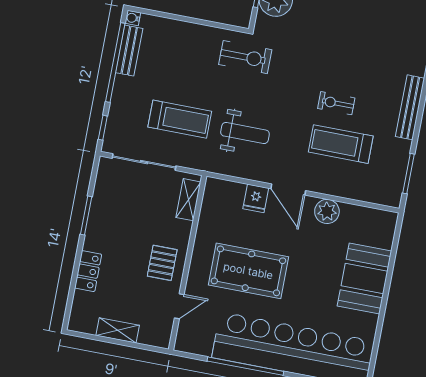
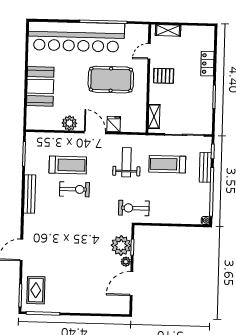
bench: (129, 51) -> (205, 167), moved
exercise bike: (336, 103) -> (74, 189), width x1.38, depth x1.39
weight bench: (245, 133) -> (127, 162), turned 90
pallet: (162, 263) -> (164, 76), turned 90
shelving: (118, 330) -> (168, 30), moved

